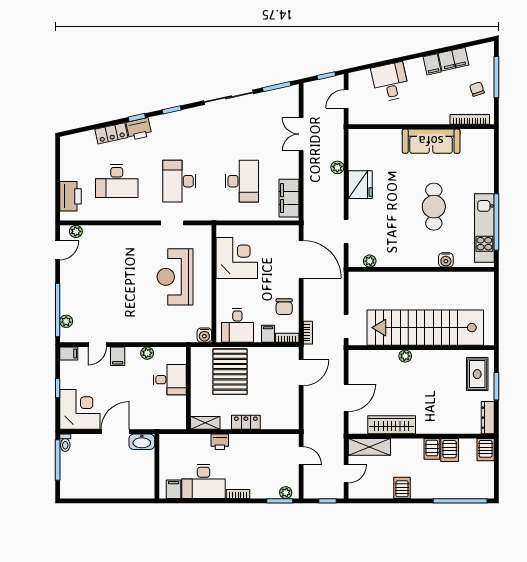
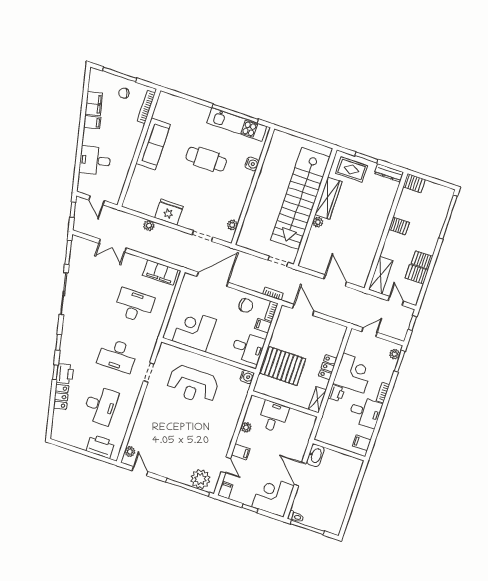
plant: (66, 321) -> (200, 479), width x1.88, depth x1.88
wardrobe: (392, 425) -> (328, 198), moved, turned 180
server rack: (450, 450) -> (417, 274), moved, turned 180
corner desk: (249, 453) -> (353, 373), added
desk: (204, 481) -> (365, 412), width x0.73

